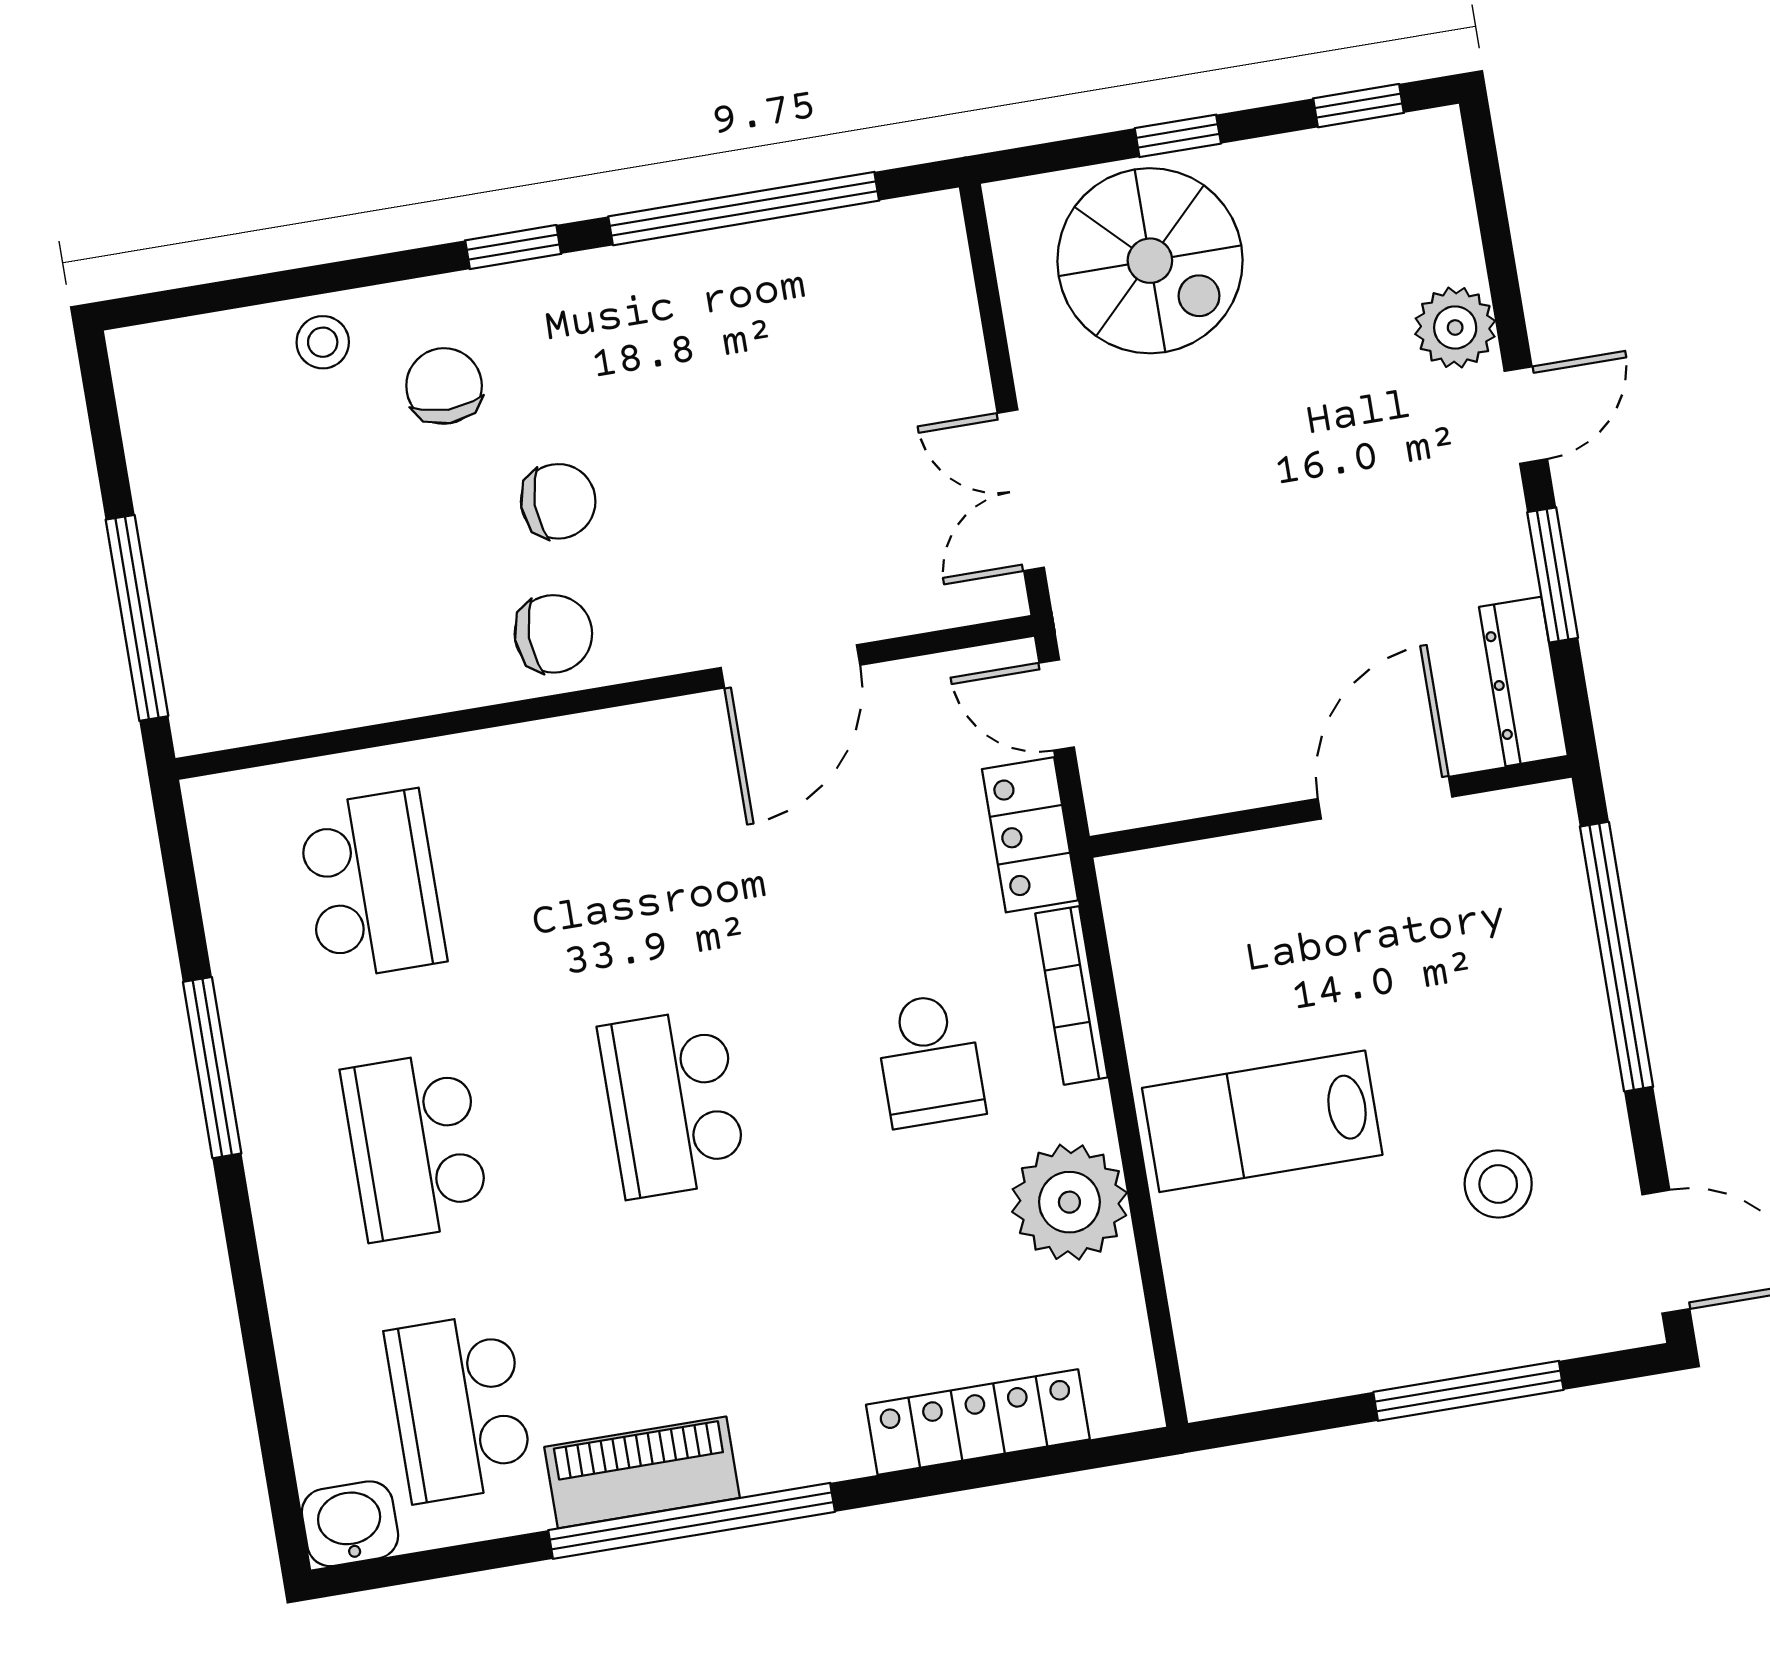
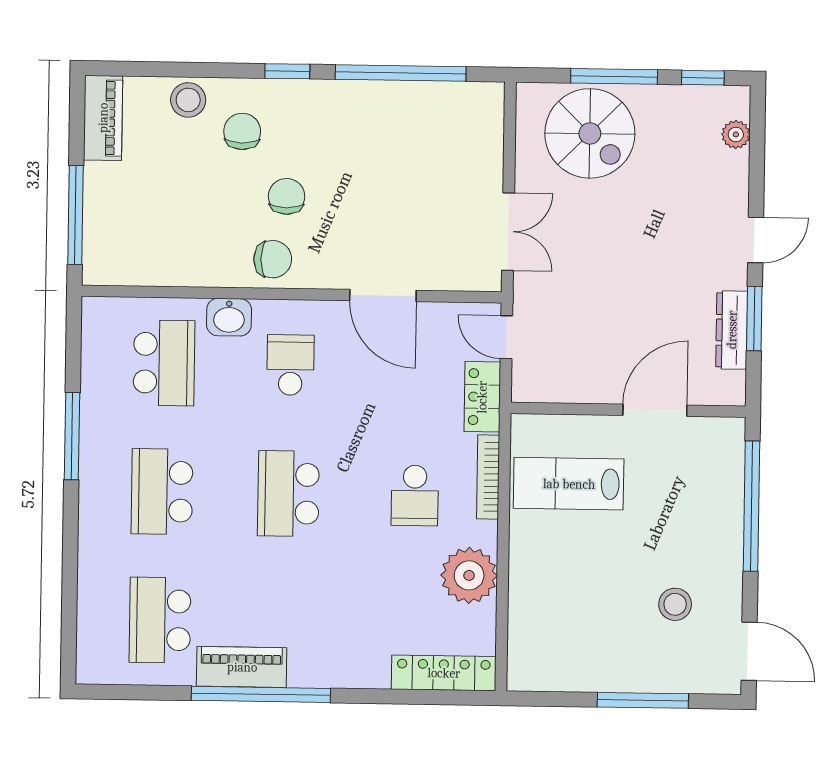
window: (1178, 136) -> (614, 76), width x2.17
plant: (1455, 327) -> (736, 134), moved, width x0.73, depth x0.73
stool: (323, 342) -> (188, 100), width x1.37, depth x1.37
piano: (157, 410) -> (103, 118), added
double door: (1021, 490) -> (508, 232), swing flipped
chair: (558, 501) -> (287, 196), turned -90
door: (791, 666) -> (383, 295), hinge flipped
dresser: (1523, 681) -> (732, 330), moved
school desk: (629, 842) -> (290, 365), added
lab bench: (1262, 1121) -> (569, 484), moved
locker: (978, 1422) -> (444, 673), moved
washbasin: (350, 1524) -> (229, 317), moved, turned 180

